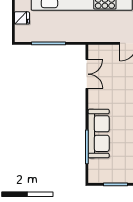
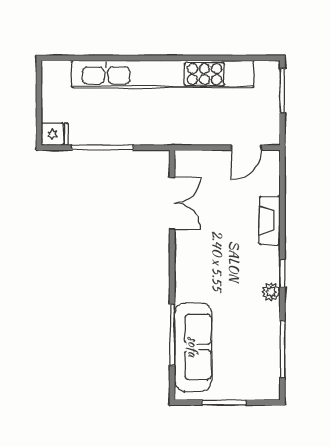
fridge: (22, 18) -> (54, 134), moved
sofa: (99, 134) -> (193, 347), moved

